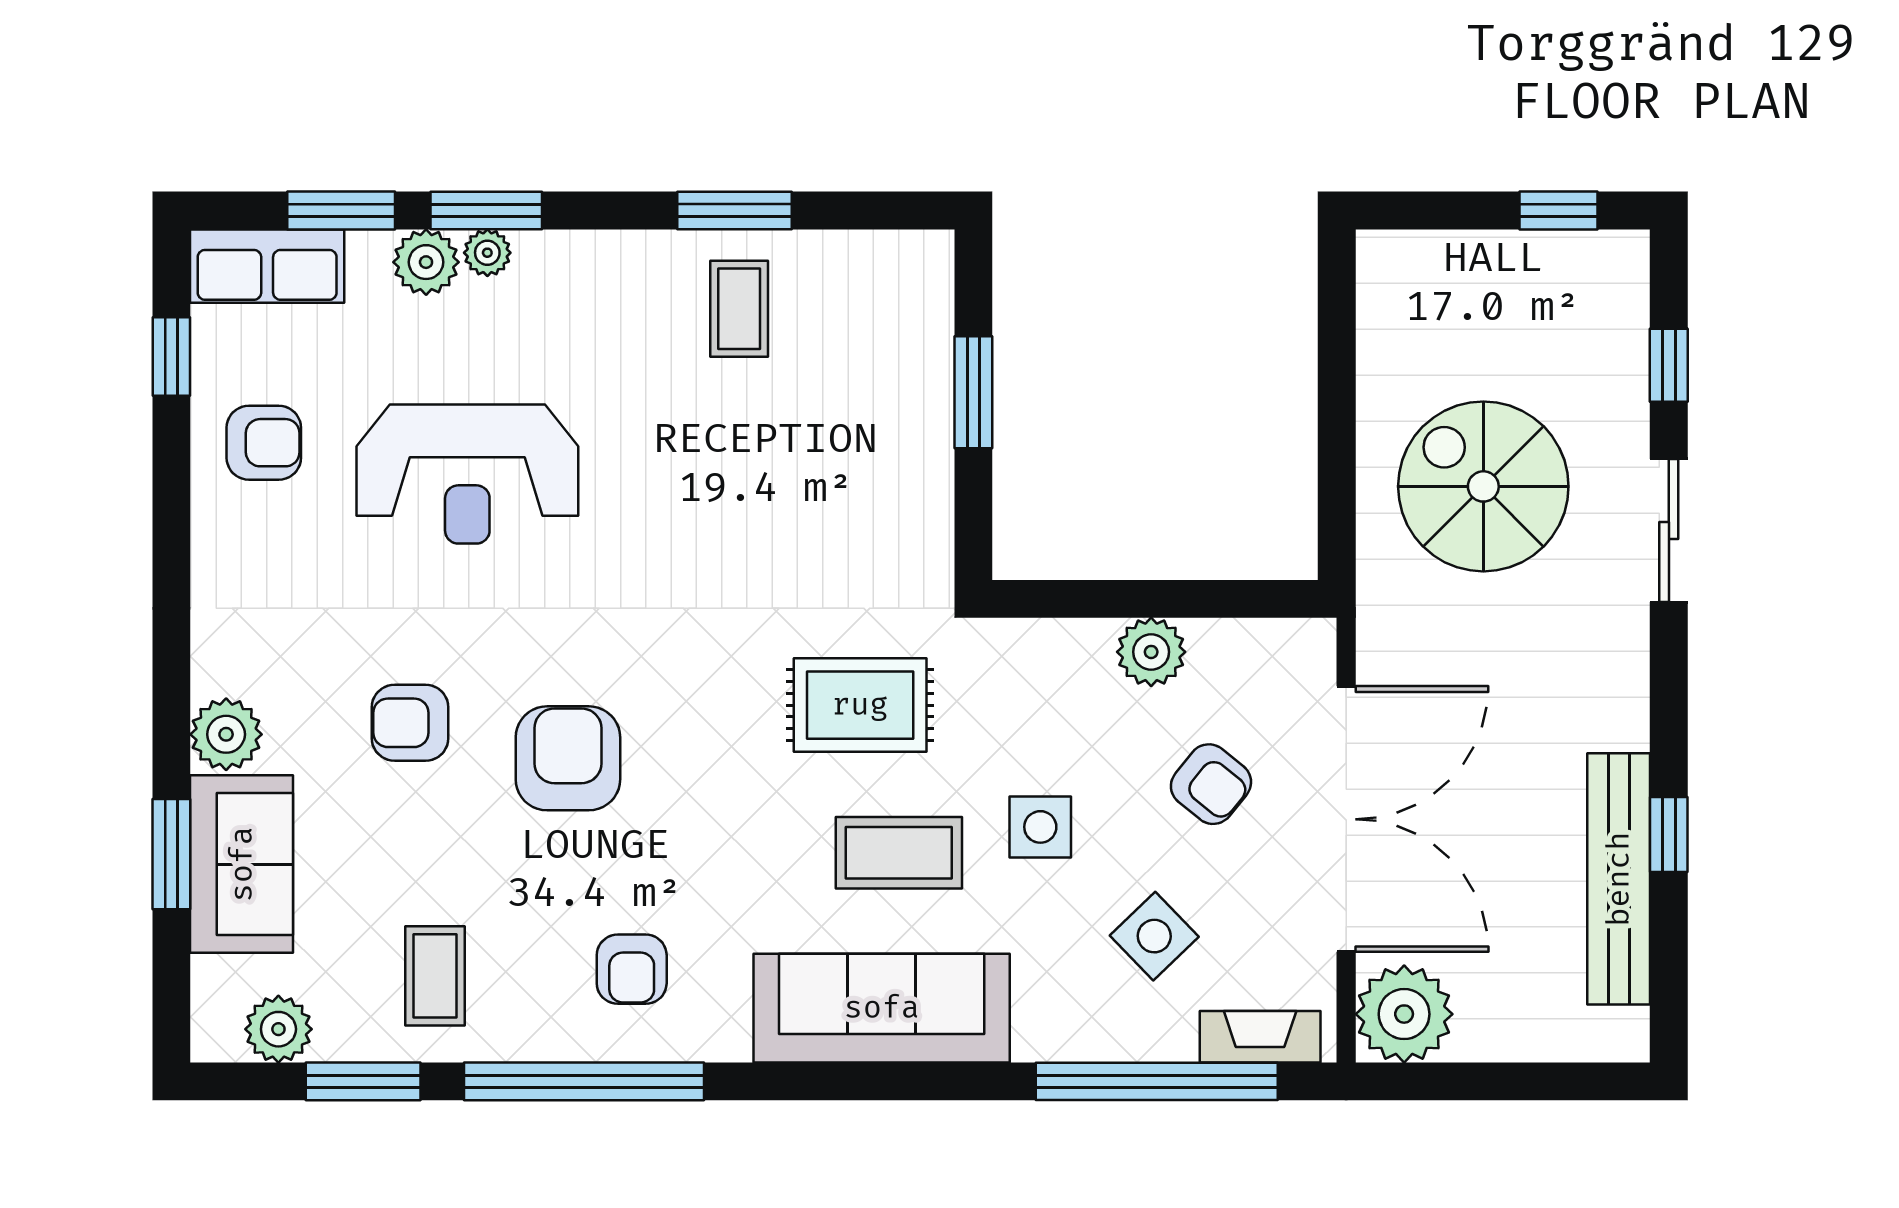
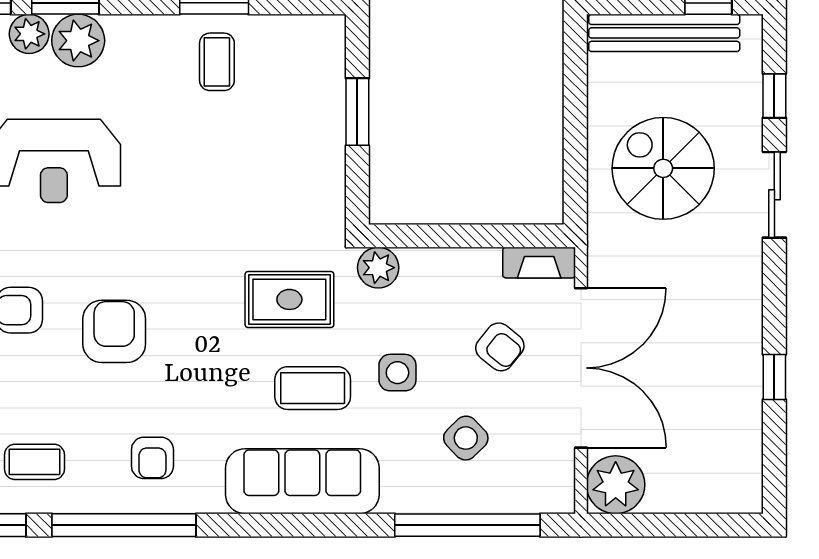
plant: (487, 253) -> (78, 41), width x1.88, depth x1.88
plant: (1151, 652) -> (378, 268), moved
bench: (1619, 879) -> (664, 33), moved, turned 90
coffee table: (435, 976) -> (34, 462), turned 90
fireplace: (1260, 1037) -> (539, 263), moved, turned 180

